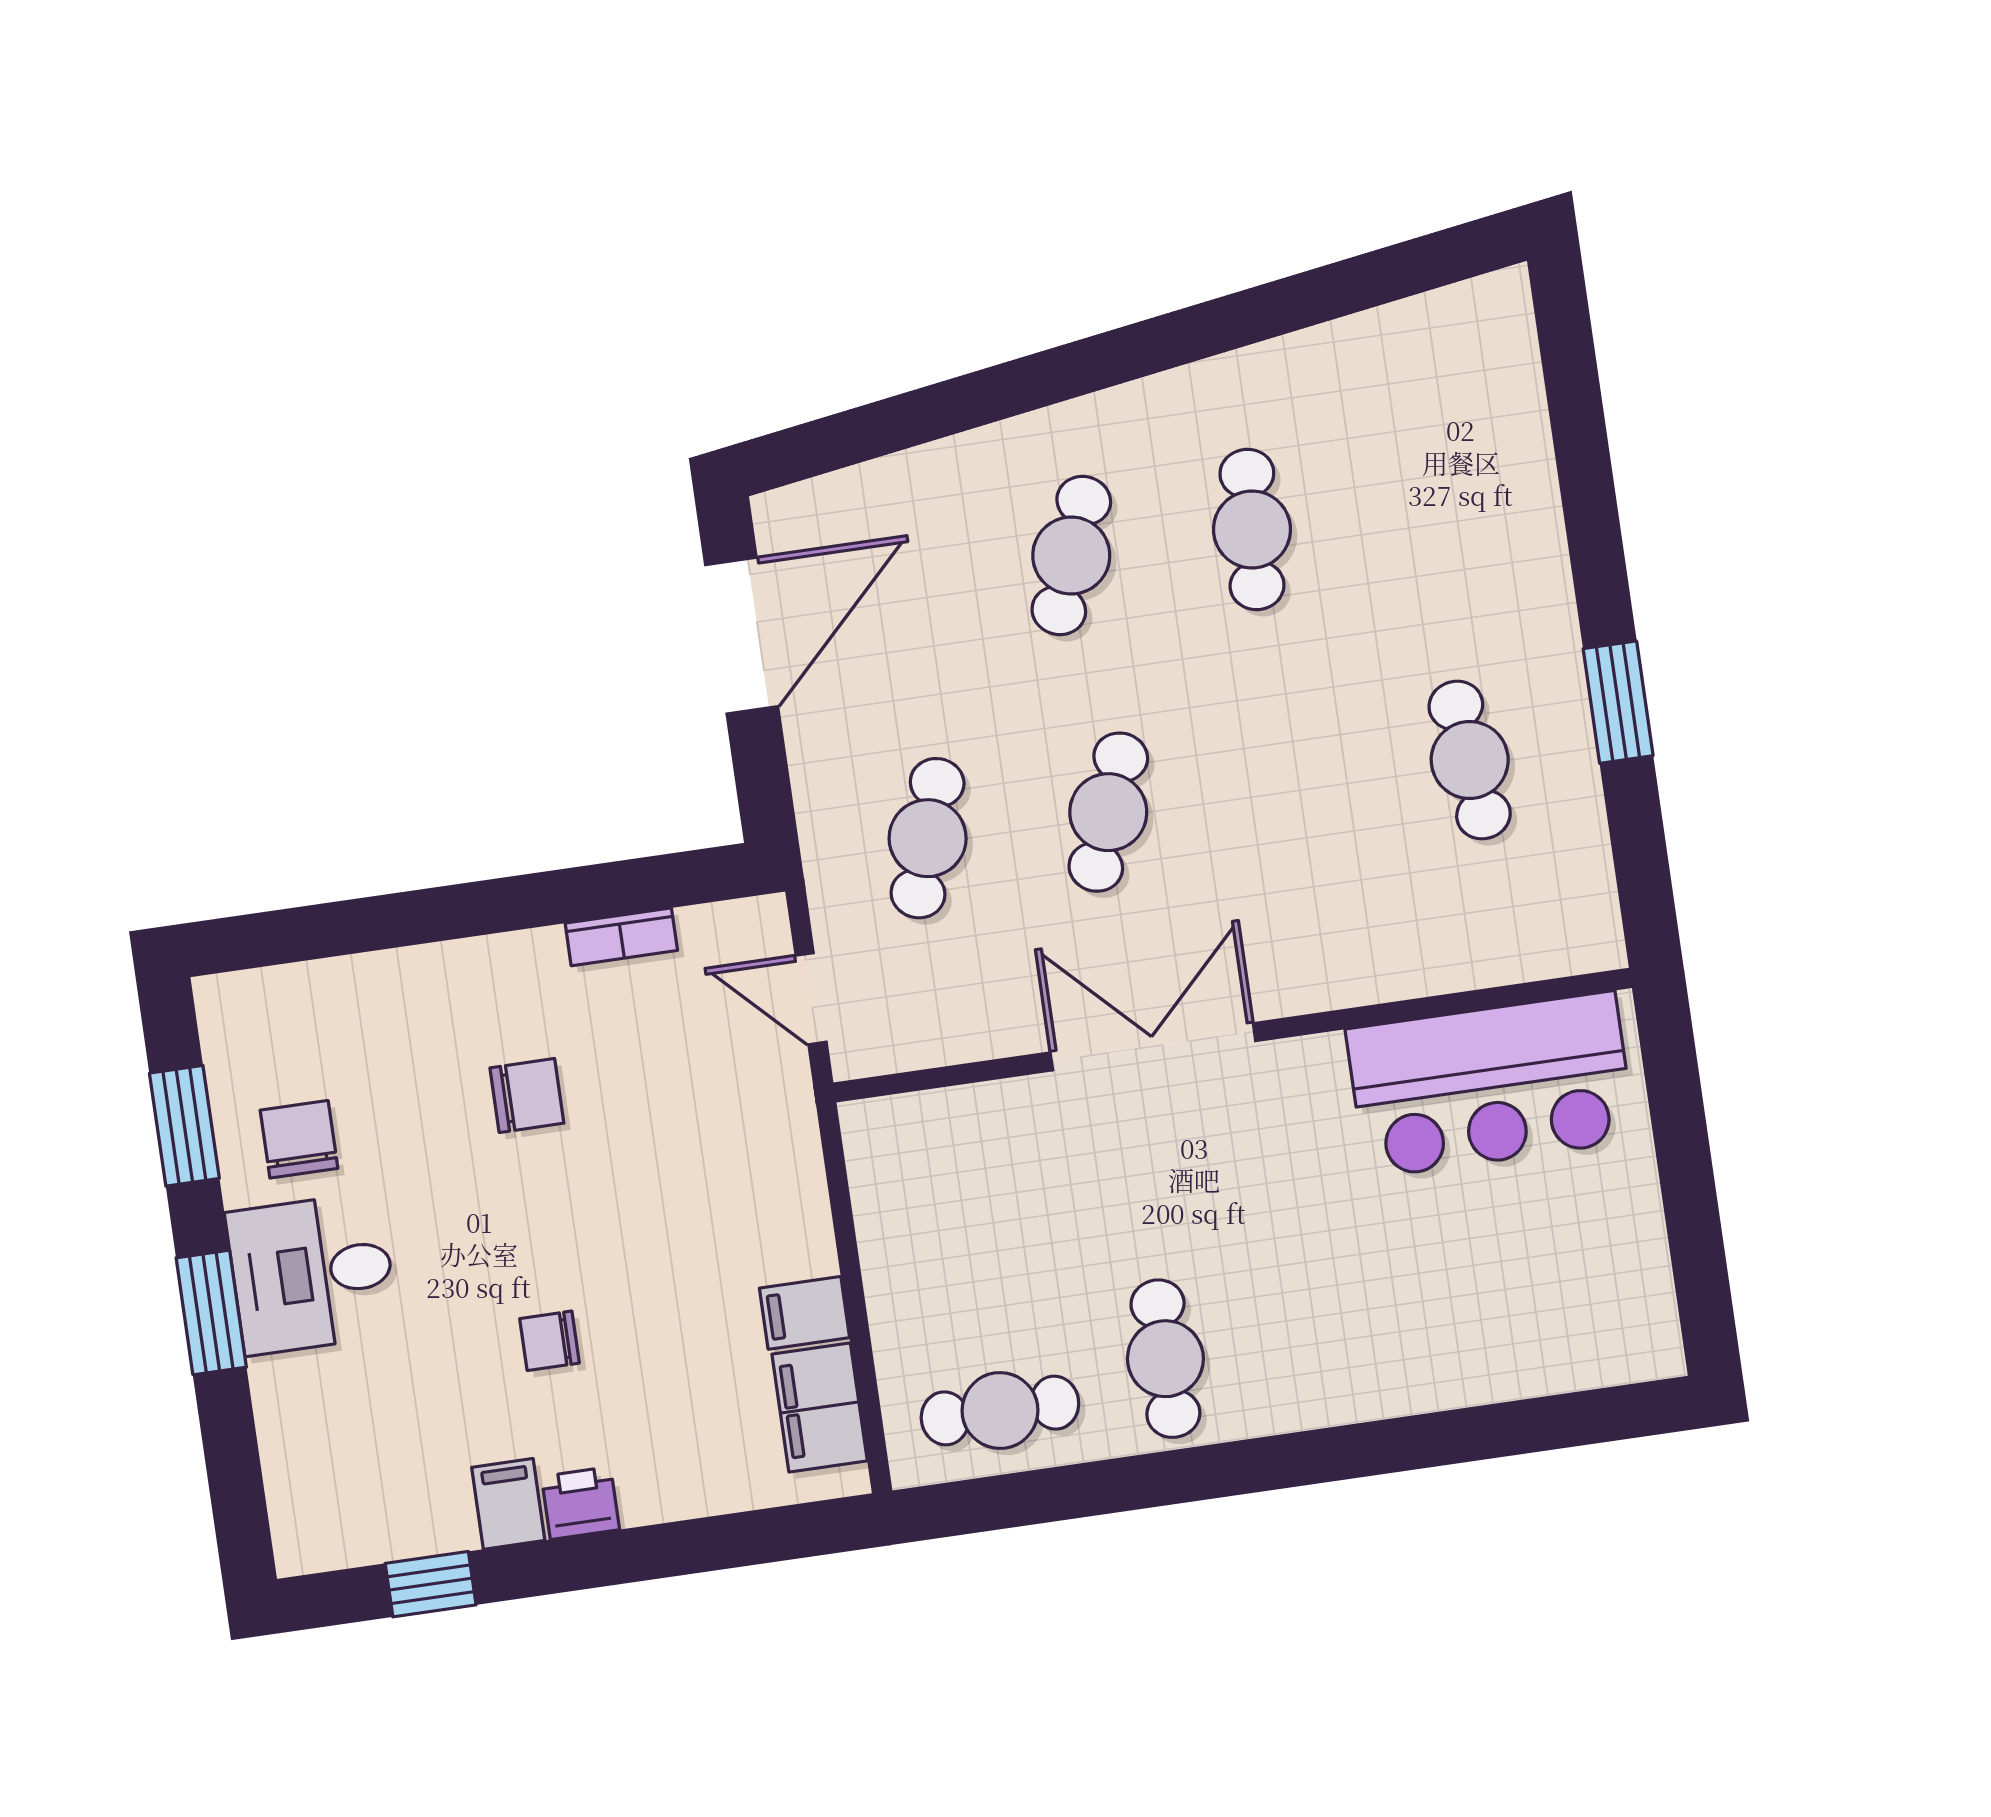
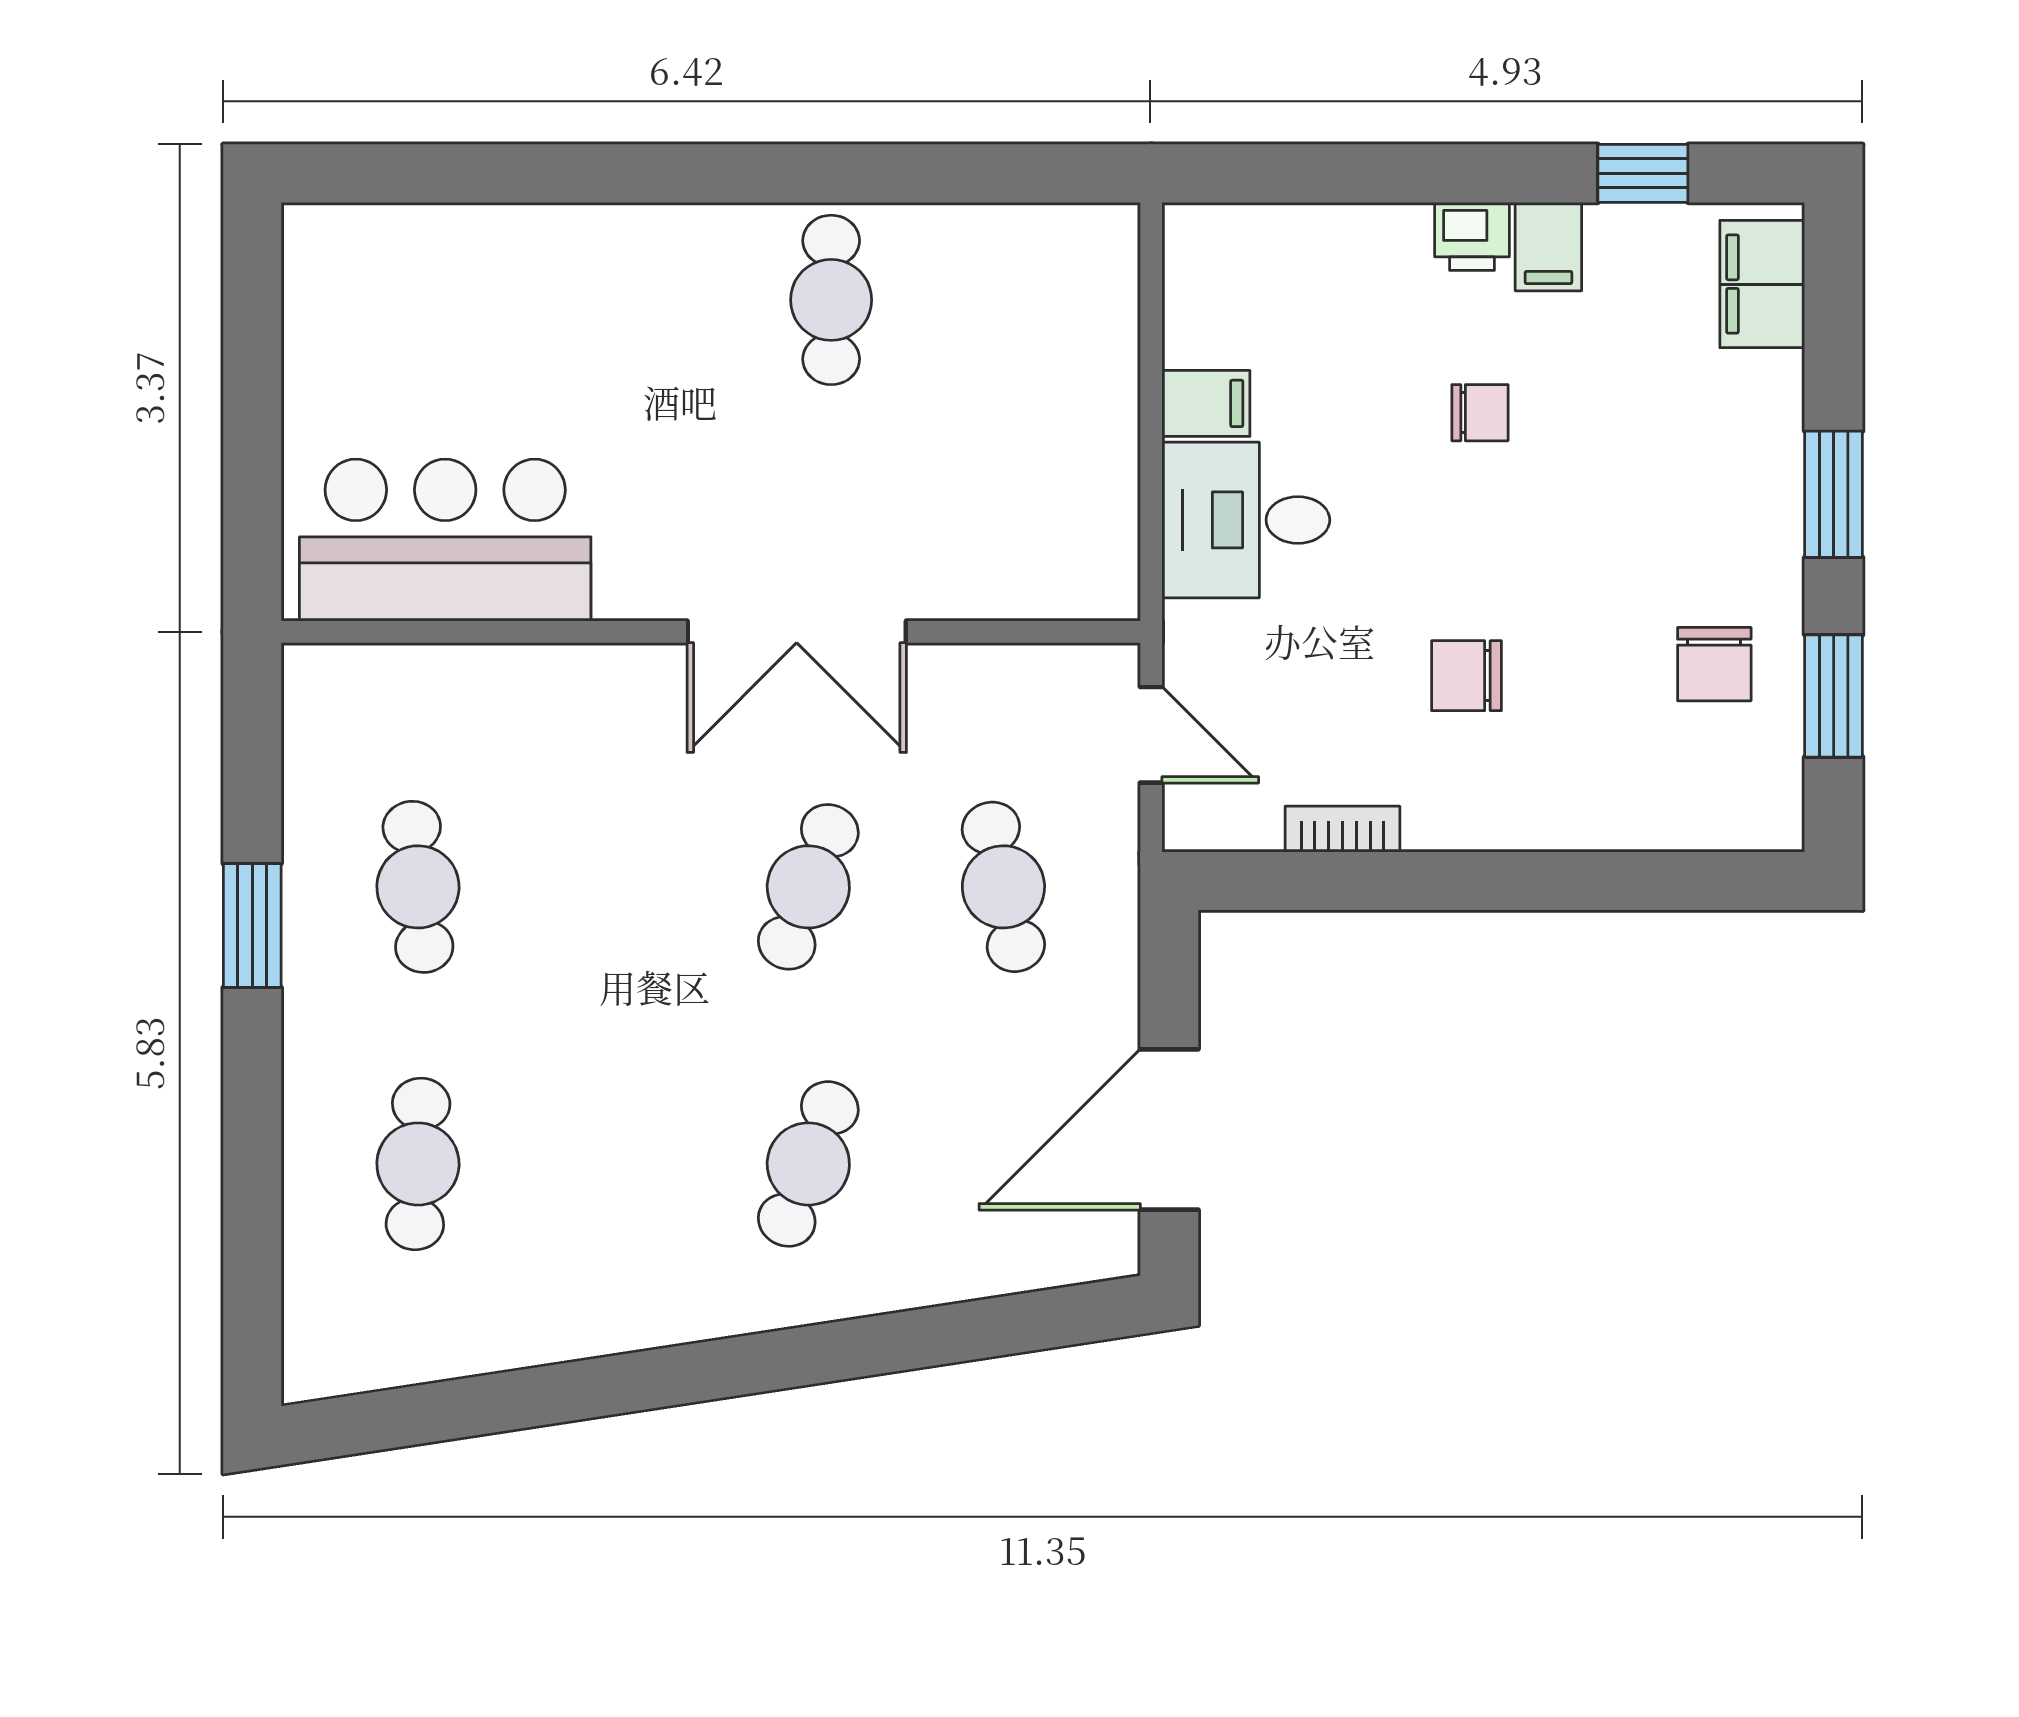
cafe table: (1252, 529) -> (418, 1164), moved
cafe table: (928, 838) -> (1003, 887), turned -30
desk: (312, 1274) -> (1246, 520), moved, turned 180
filing cabinet: (820, 1407) -> (1762, 284), moved, turned 180
cafe table: (1000, 1411) -> (1014, 270), removed

